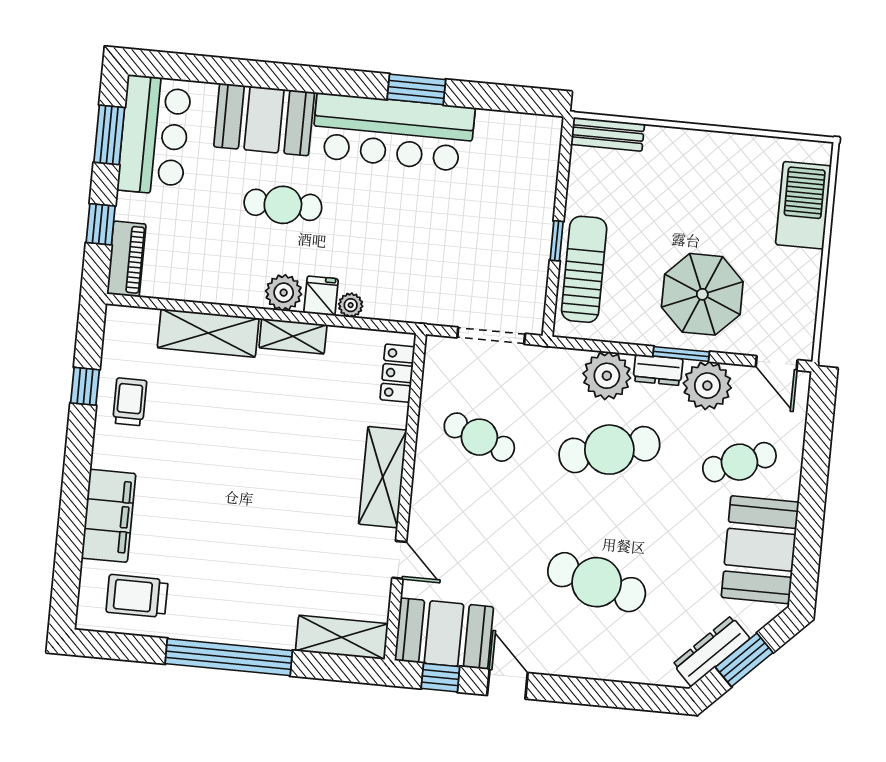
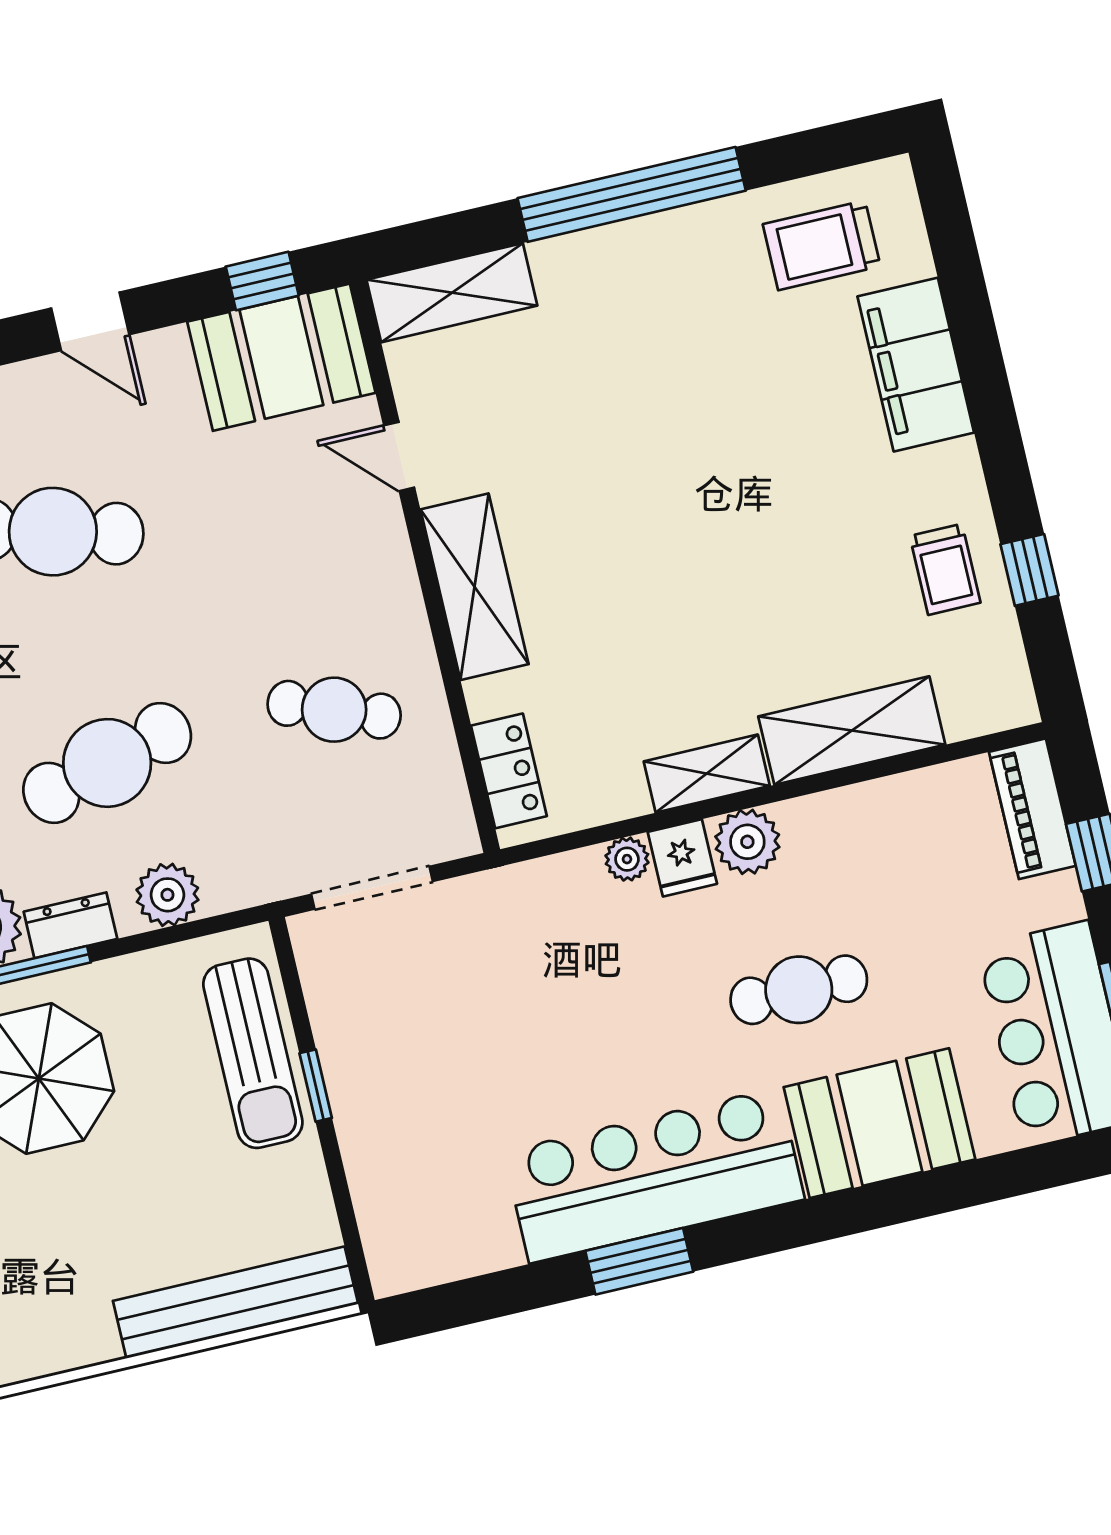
bench: (608, 134) -> (236, 1302), width x1.86, depth x1.21
plant: (607, 376) -> (167, 895), width x0.73, depth x0.73
trolley: (137, 596) -> (822, 245), turned 180
door: (507, 684) -> (90, 321), moved

